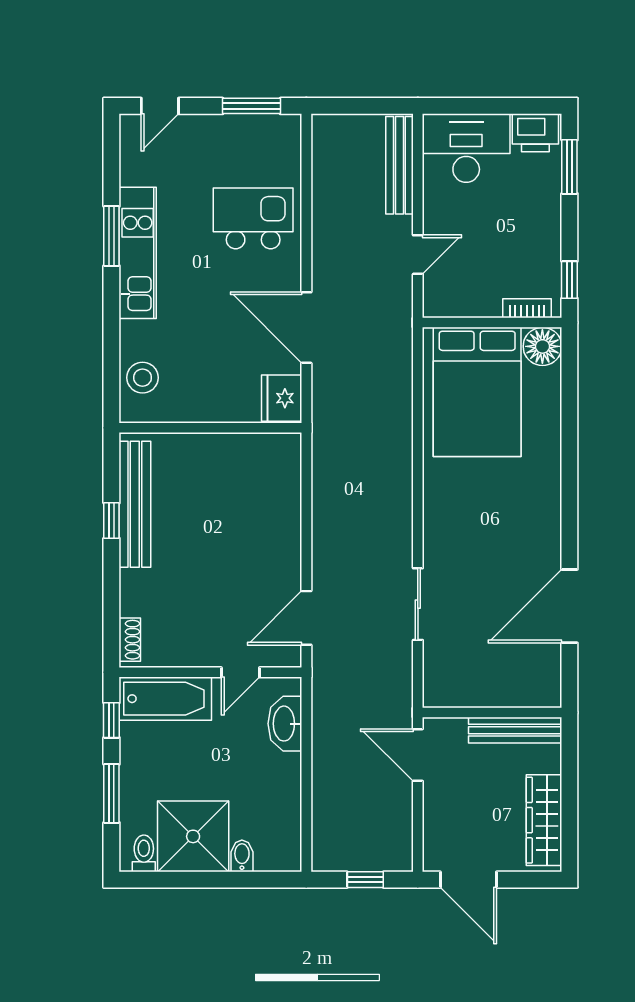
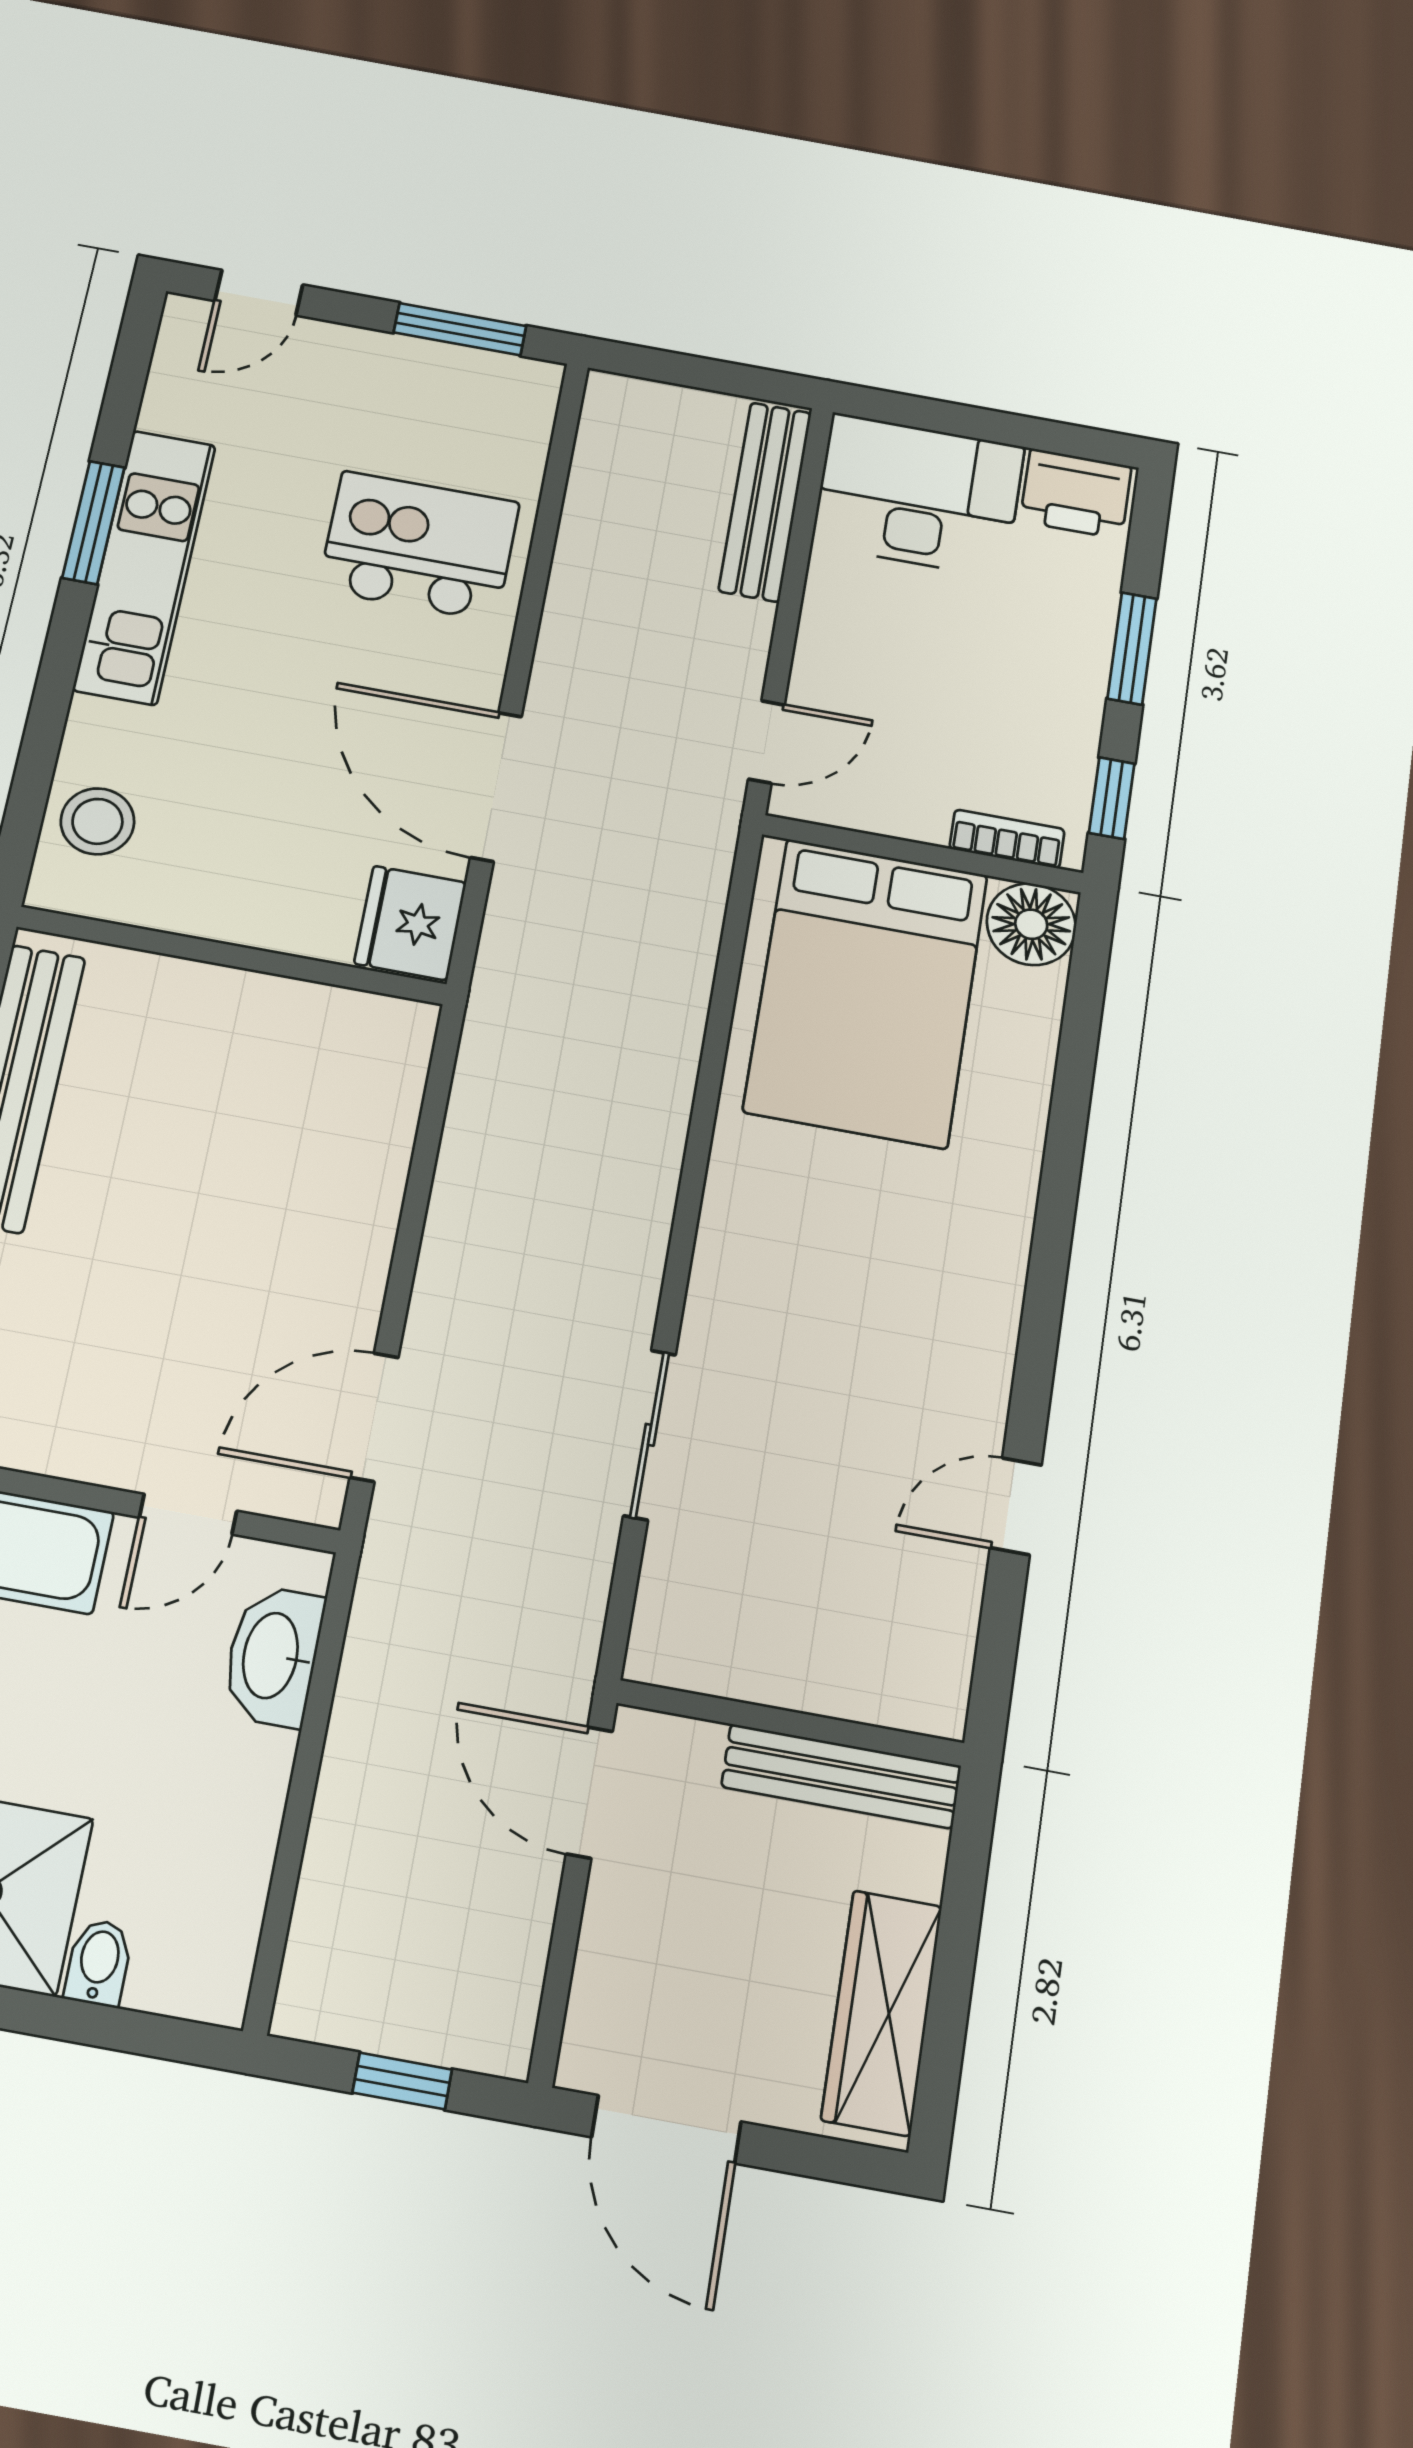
window: (569, 167) -> (1132, 648), moved
door: (418, 255) -> (767, 742), moved
door: (569, 606) -> (1016, 1506), width x0.53

